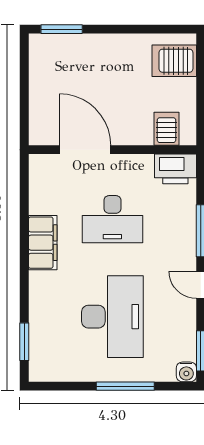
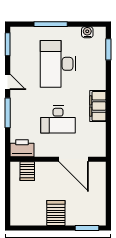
server rack: (174, 61) -> (56, 213), moved, turned -90
desk: (112, 219) -> (58, 119), turned 180
water cooler: (186, 372) -> (87, 32), moved

